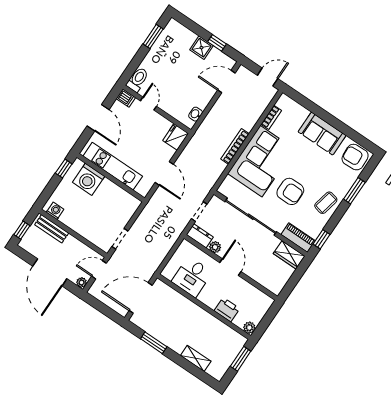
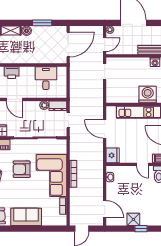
window: (217, 43) -> (141, 229), moved
door: (226, 82) -> (105, 209), hinge flipped
door: (230, 267) -> (14, 99), moved
boiler: (178, 346) -> (27, 31), added

